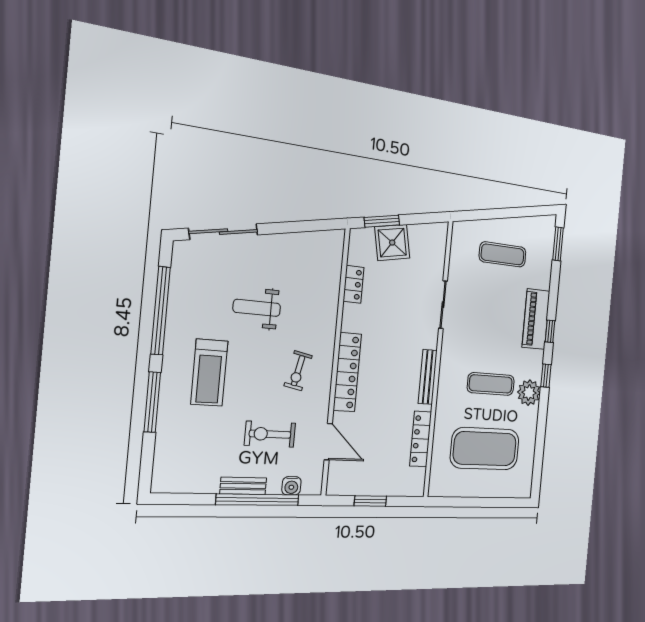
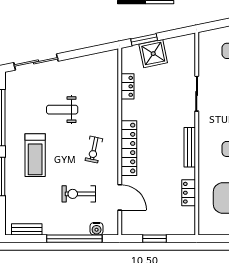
locker: (421, 439) -> (189, 193), width x0.66
bench: (243, 486) -> (27, 229), moved

